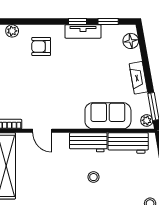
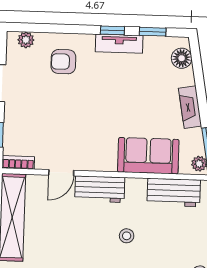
door: (42, 131) -> (61, 173), hinge flipped
workbench: (88, 142) -> (100, 189), moved

